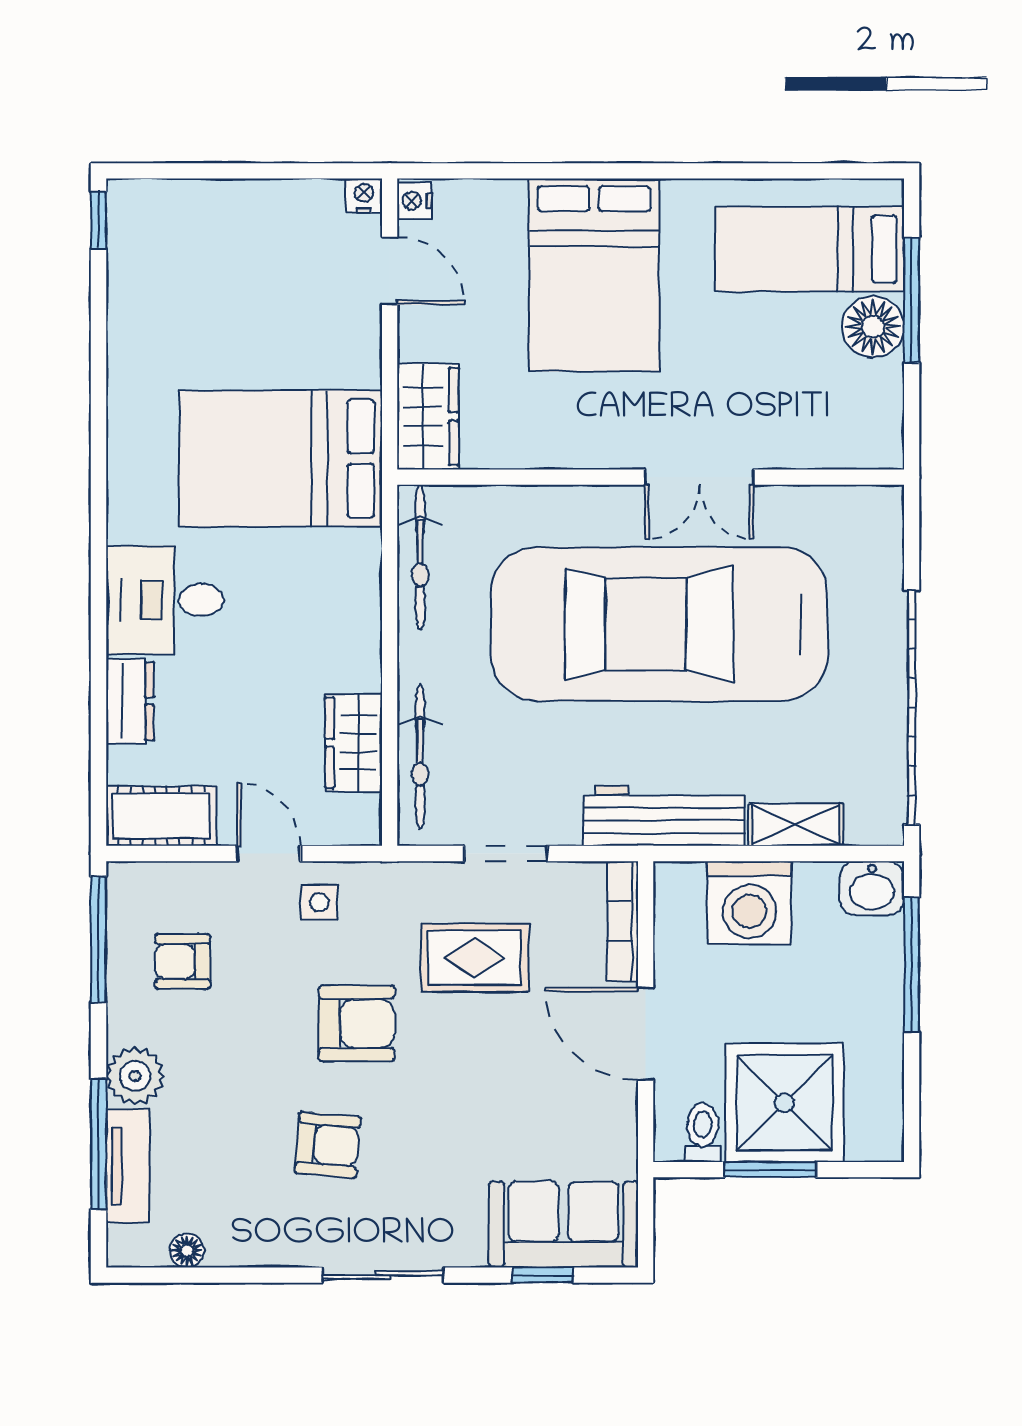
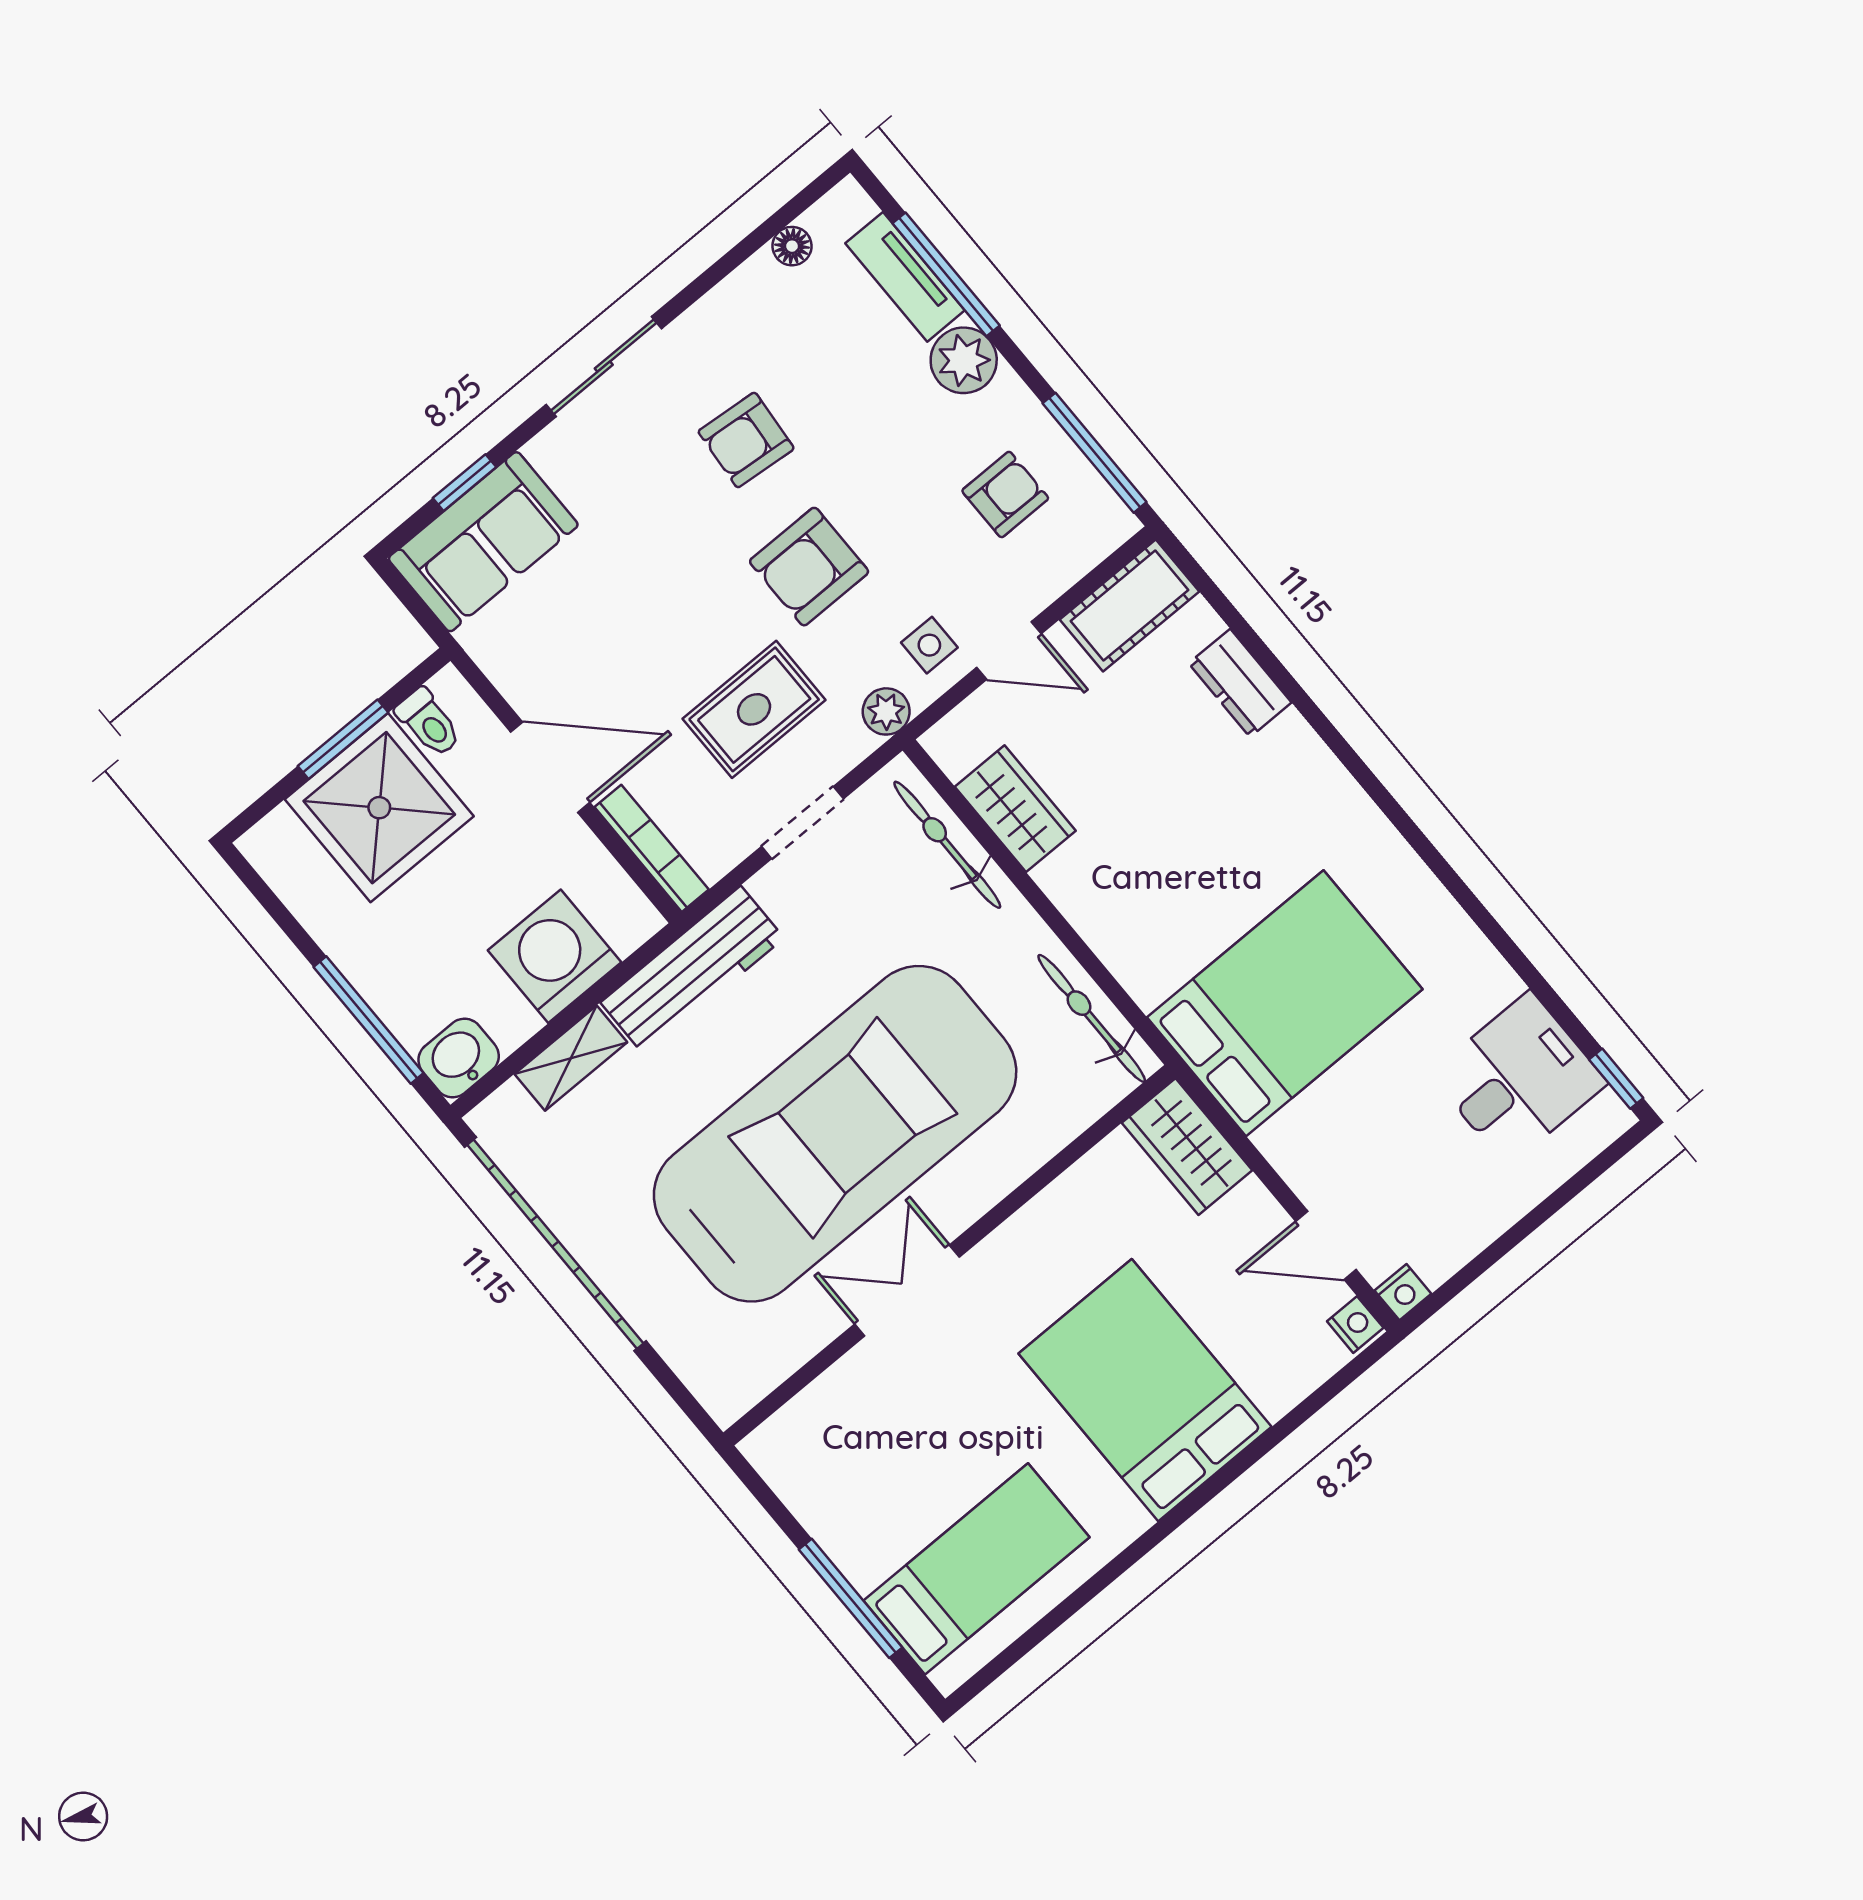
floor lamp: (873, 327) -> (865, 1547), removed
desk: (165, 600) -> (1519, 1079), moved
plant: (386, 882) -> (886, 711), added

